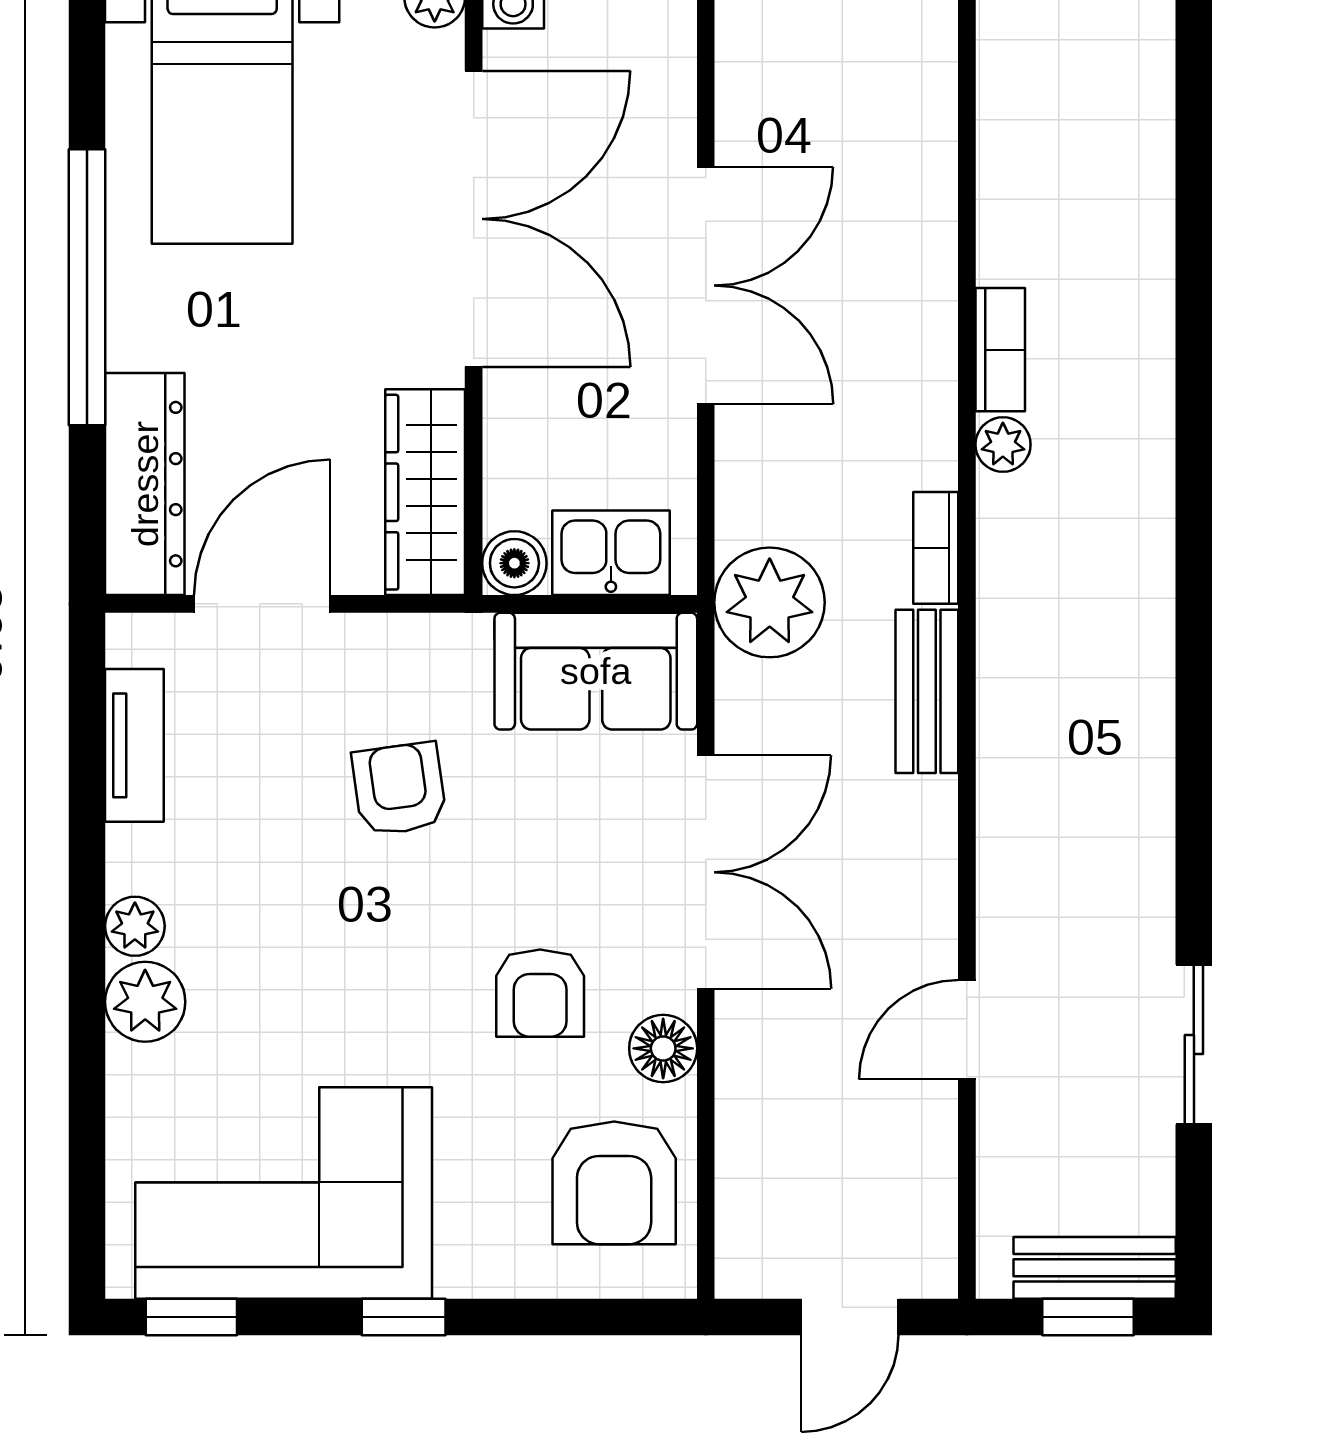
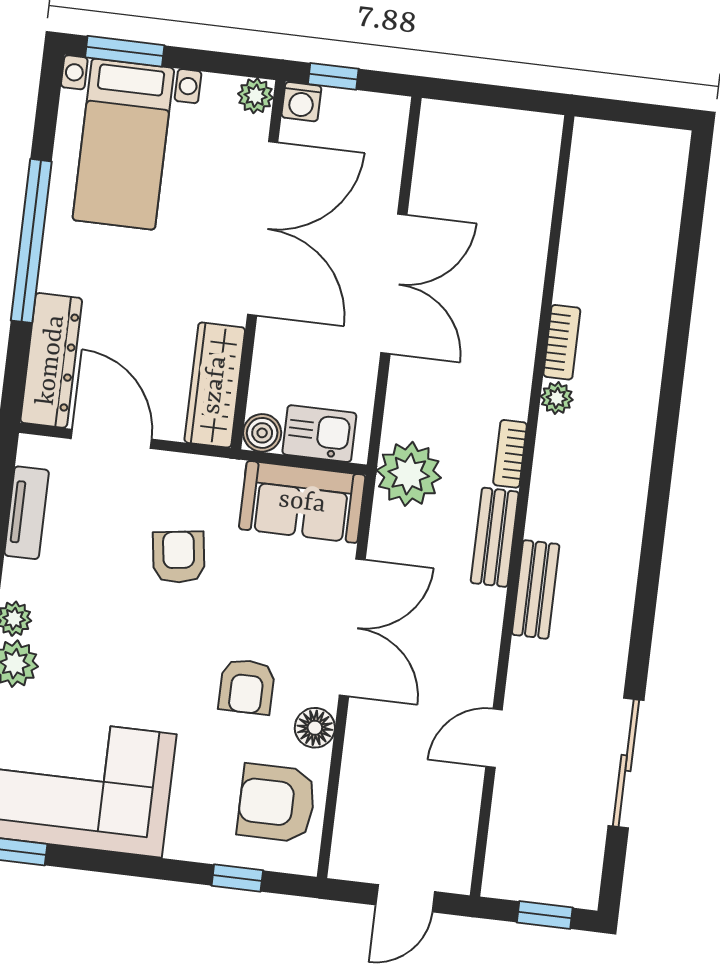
door: (262, 604) -> (111, 439), hinge flipped
sliding door: (1194, 1045) -> (626, 763), width x1.37
armchair: (614, 1183) -> (277, 803), turned 90
bench: (1095, 1268) -> (536, 589), moved, turned 90
window: (404, 1317) -> (237, 878), moved

